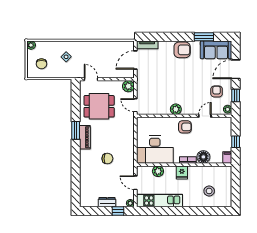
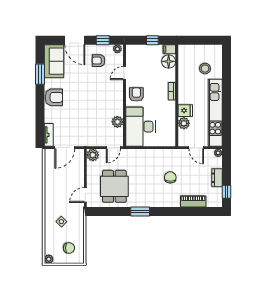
armchair: (182, 50) -> (54, 97), turned 90
door: (135, 60) -> (65, 148), hinge flipped
plant: (176, 109) -> (117, 122), moved
door: (205, 116) -> (125, 73), hinge flipped
piano: (85, 137) -> (193, 201), moved
desk: (155, 150) -> (141, 127), moved, turned 180
floor lamp: (203, 157) -> (169, 61), moved
fridge: (182, 172) -> (185, 111), moved
door: (135, 183) -> (196, 148), hinge flipped
kitchen unit: (159, 201) -> (215, 113), width x1.36
window: (118, 211) -> (226, 192), moved

